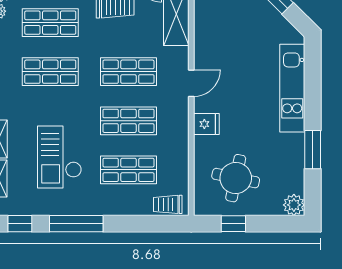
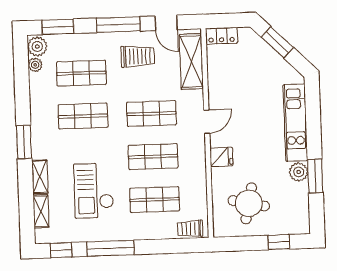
plant: (294, 205) -> (299, 172), moved
window: (233, 224) -> (279, 242), moved

